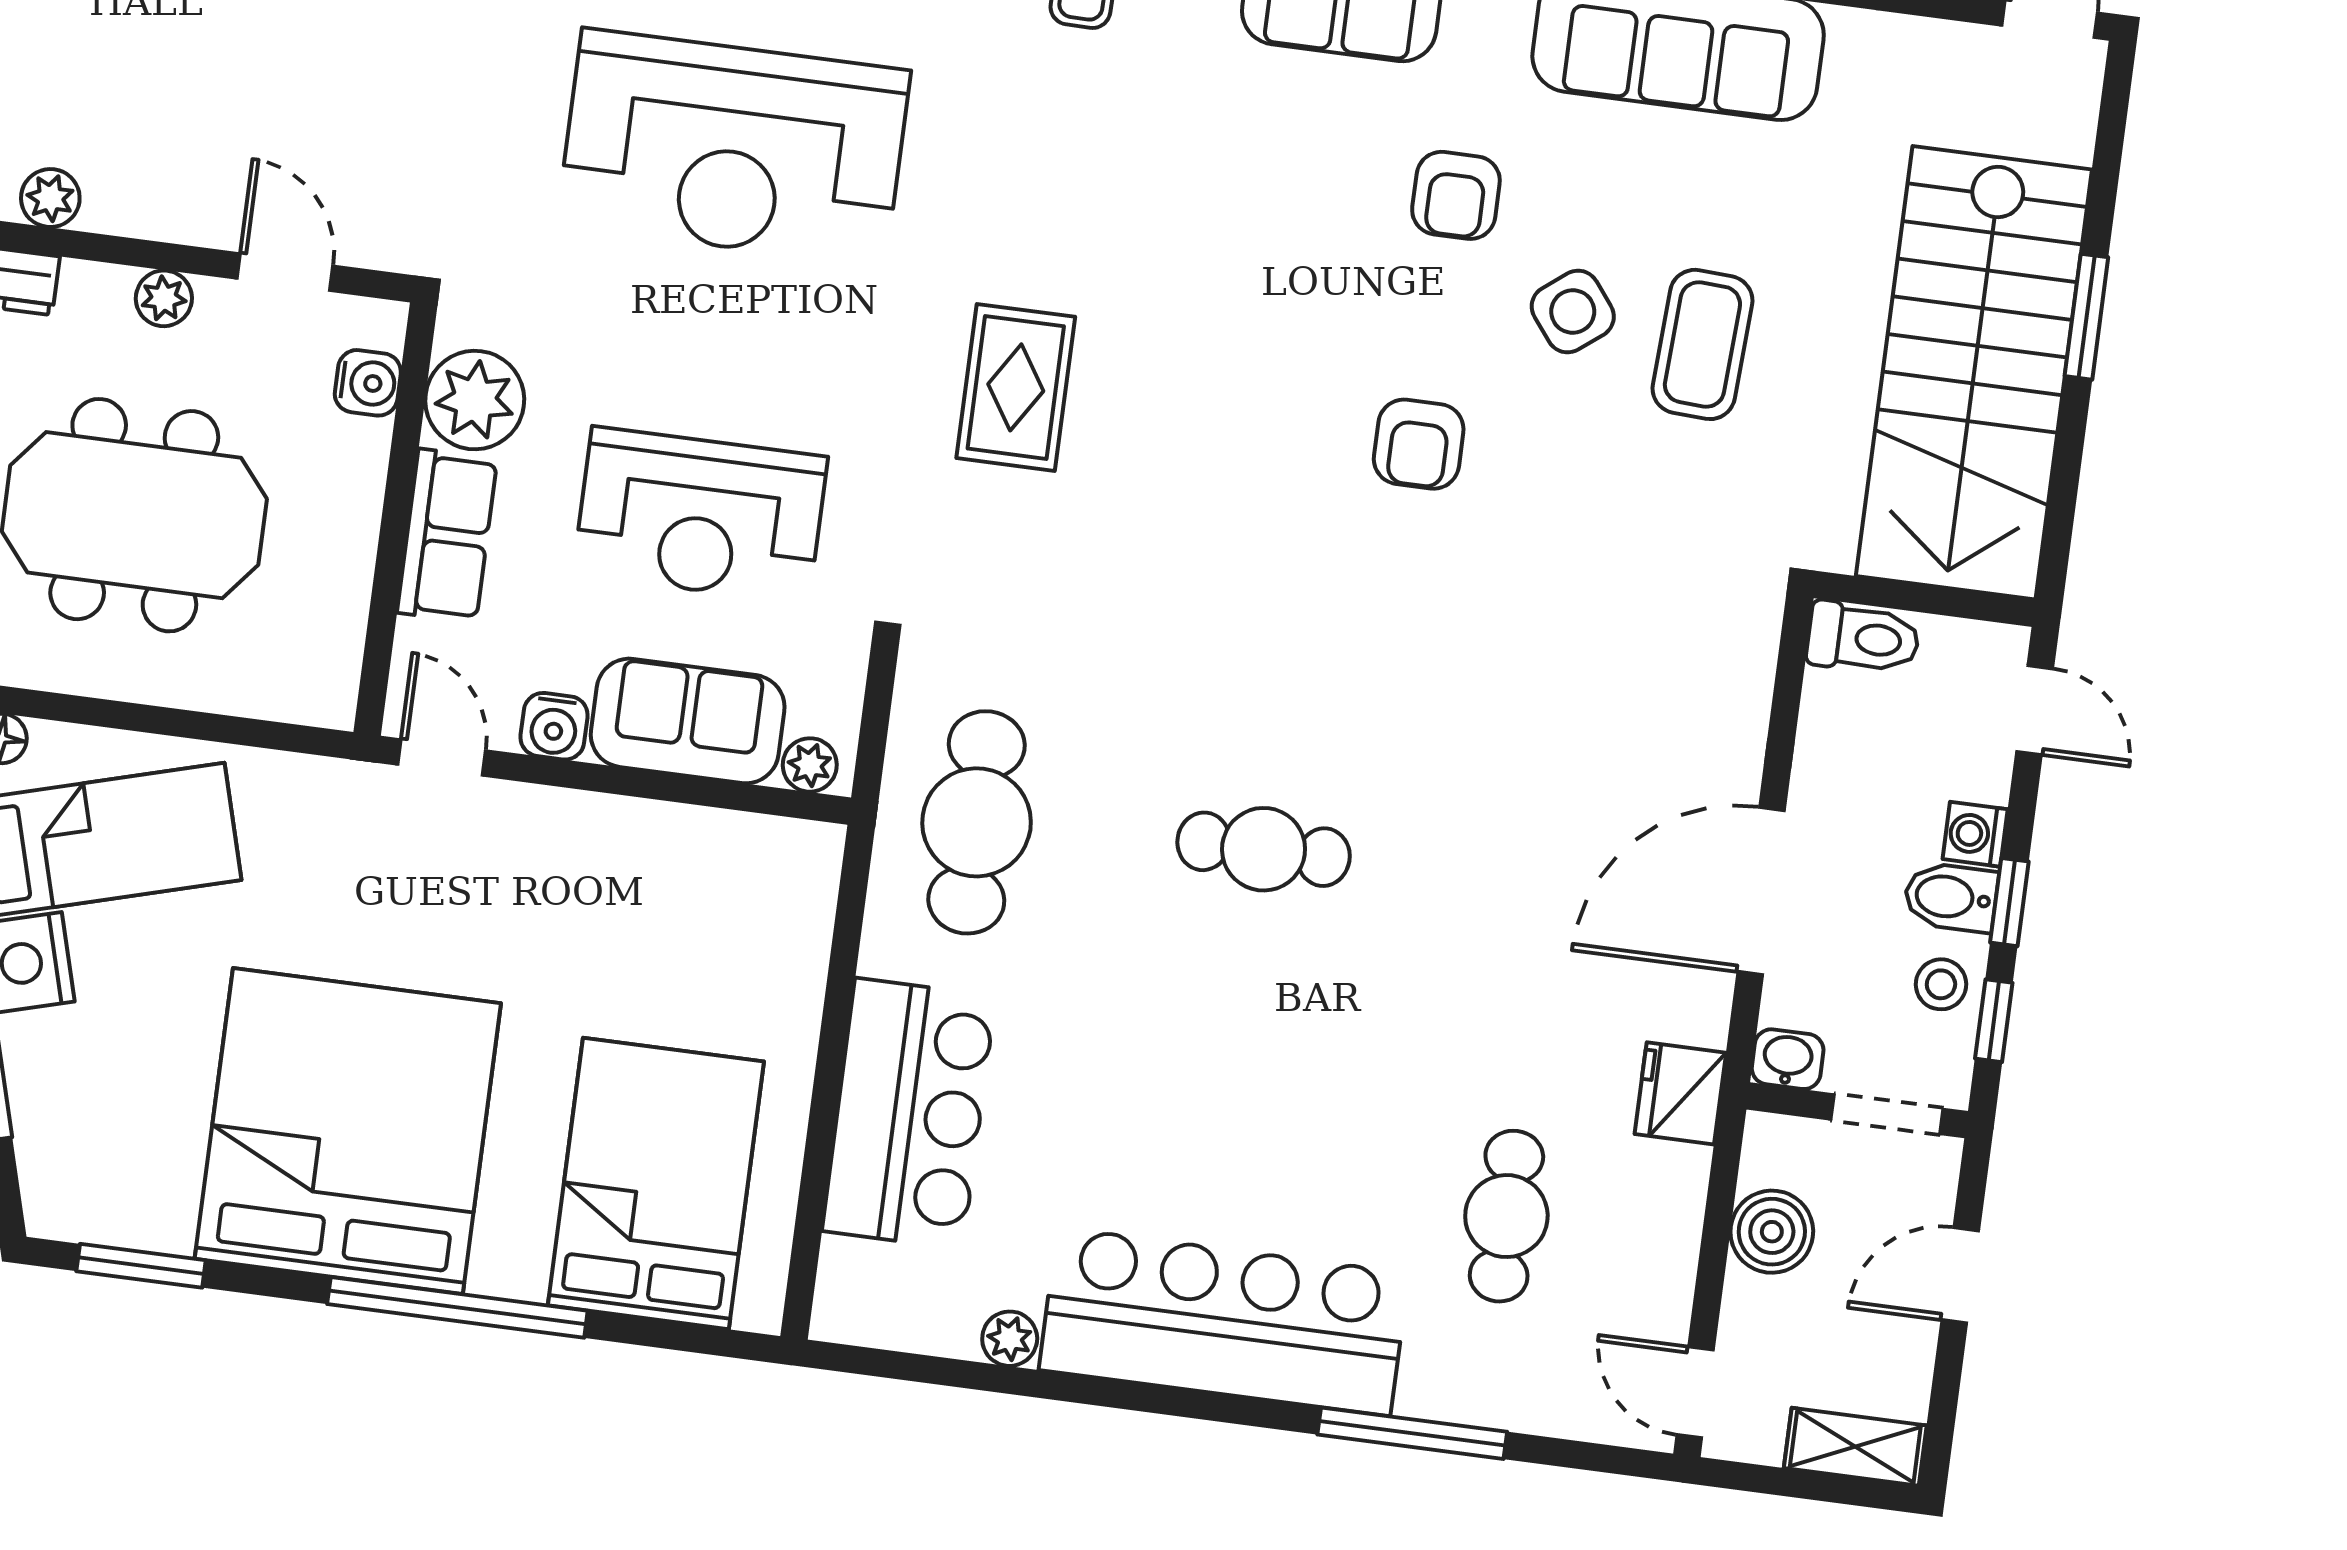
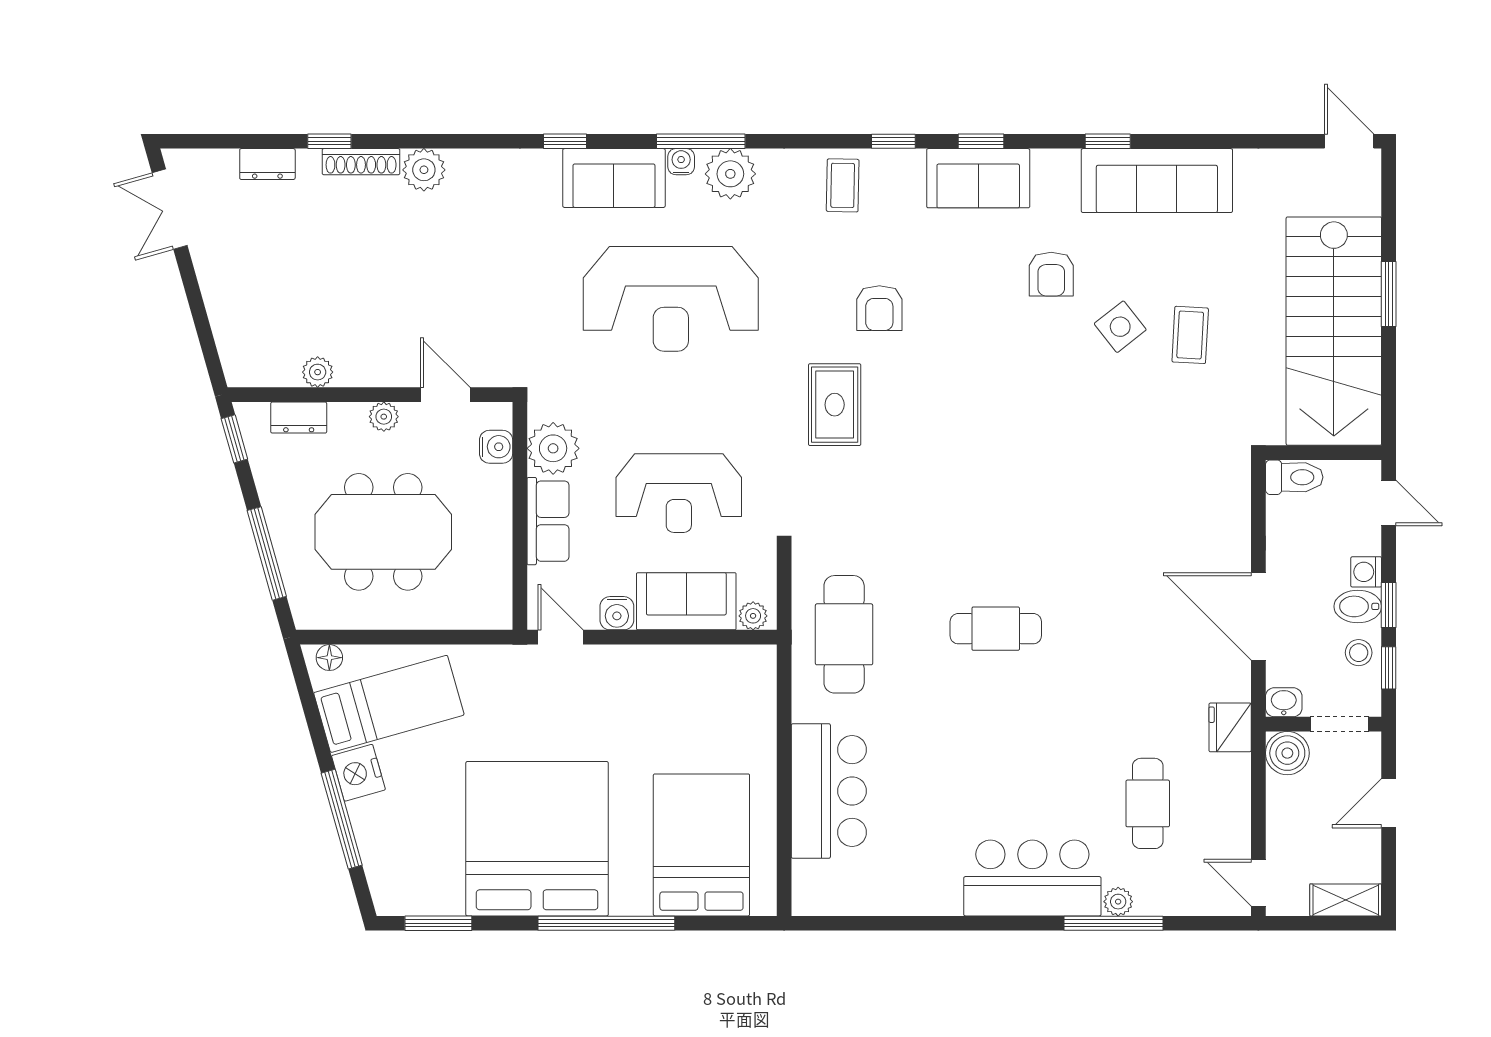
coffee table: (1702, 344) -> (1190, 335), width x0.73, depth x0.77
armchair: (1419, 444) -> (879, 308), moved
door: (1761, 891) -> (1258, 616), hinge flipped
boiler: (1772, 1232) -> (1287, 753), moved
bar counter: (1224, 1322) -> (1032, 878), width x0.73
plant: (1010, 1339) -> (1118, 902), moved

